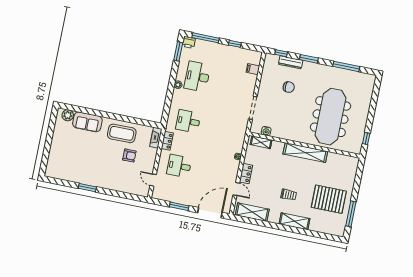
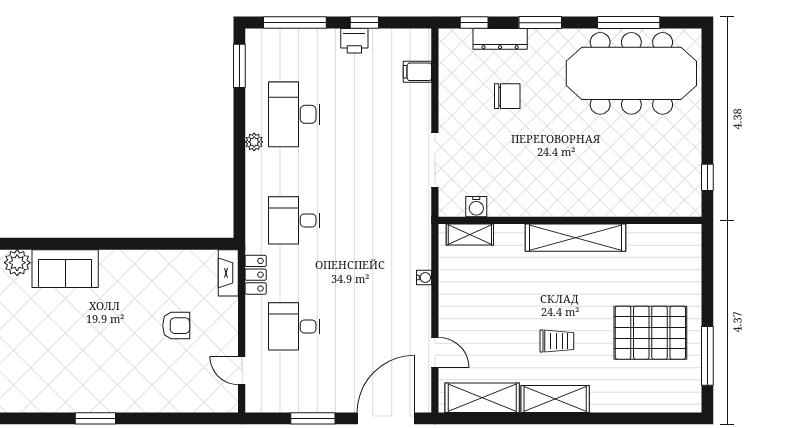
printer: (189, 42) -> (354, 41), moved
meeting table: (330, 117) -> (631, 73), moved, turned 90
coffee table: (122, 133) -> (149, 279), removed
locker: (246, 174) -> (450, 313), removed
shelving: (294, 221) -> (555, 399), moved

